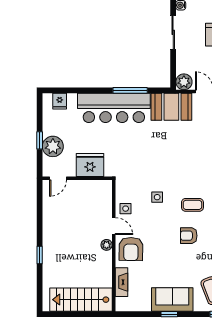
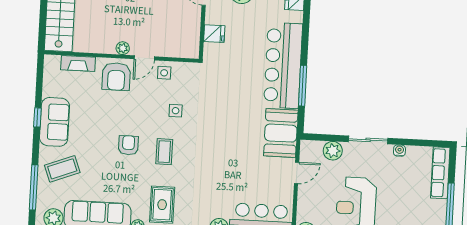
plant: (184, 82) -> (333, 151), moved
fridge: (90, 165) -> (214, 34), width x0.53, depth x0.75
armchair: (131, 249) -> (116, 77), turned -91

